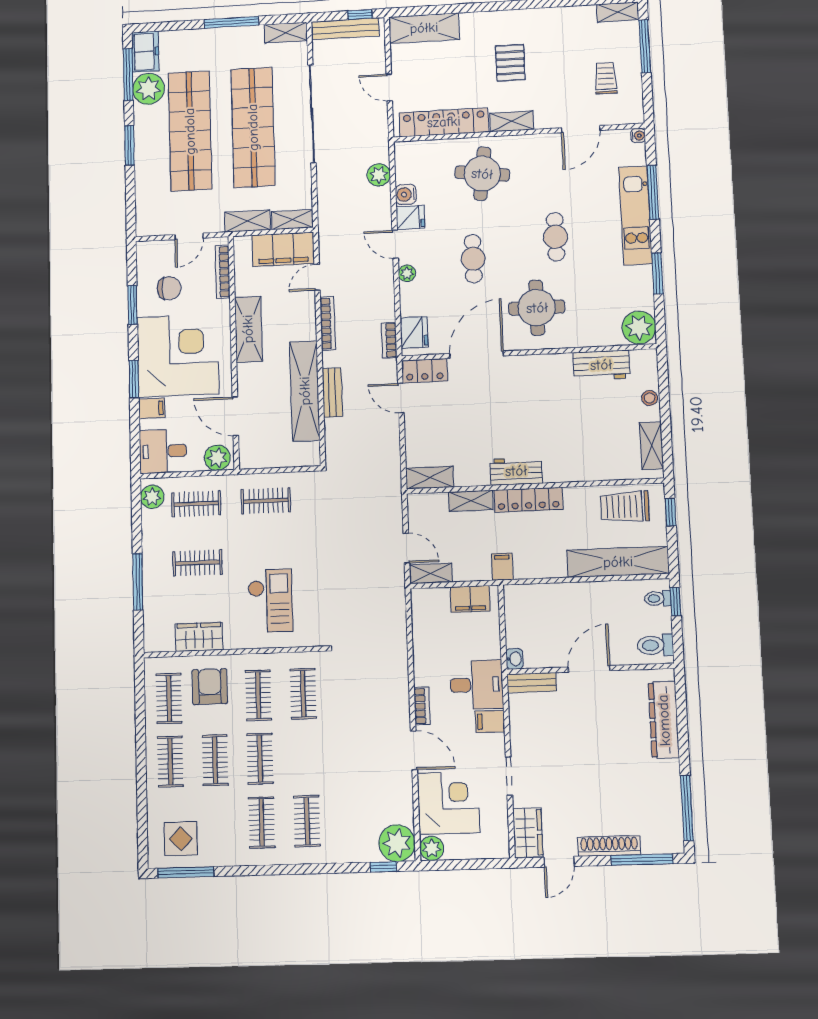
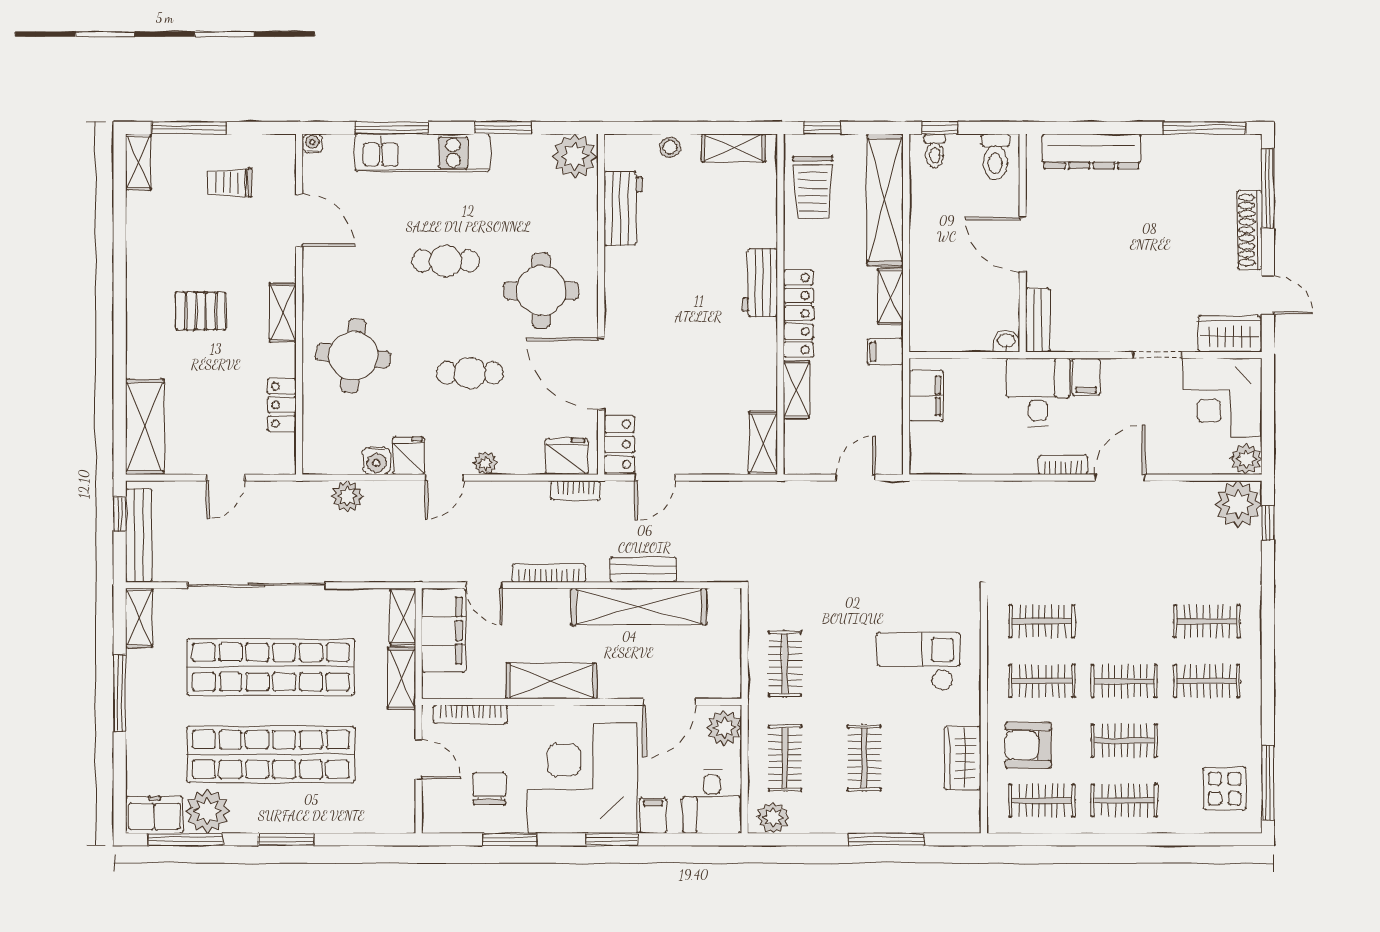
locker: (444, 122) -> (282, 405), width x0.46, depth x0.83
workbench: (516, 471) -> (760, 283), moved
shelving: (431, 573) -> (890, 296), moved
corner desk: (448, 803) -> (1222, 397), moved, turned -90

